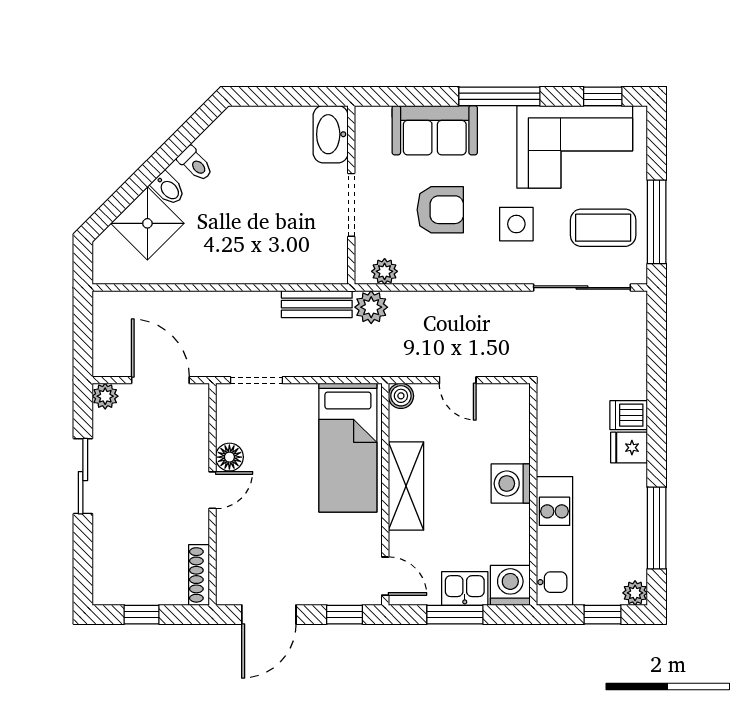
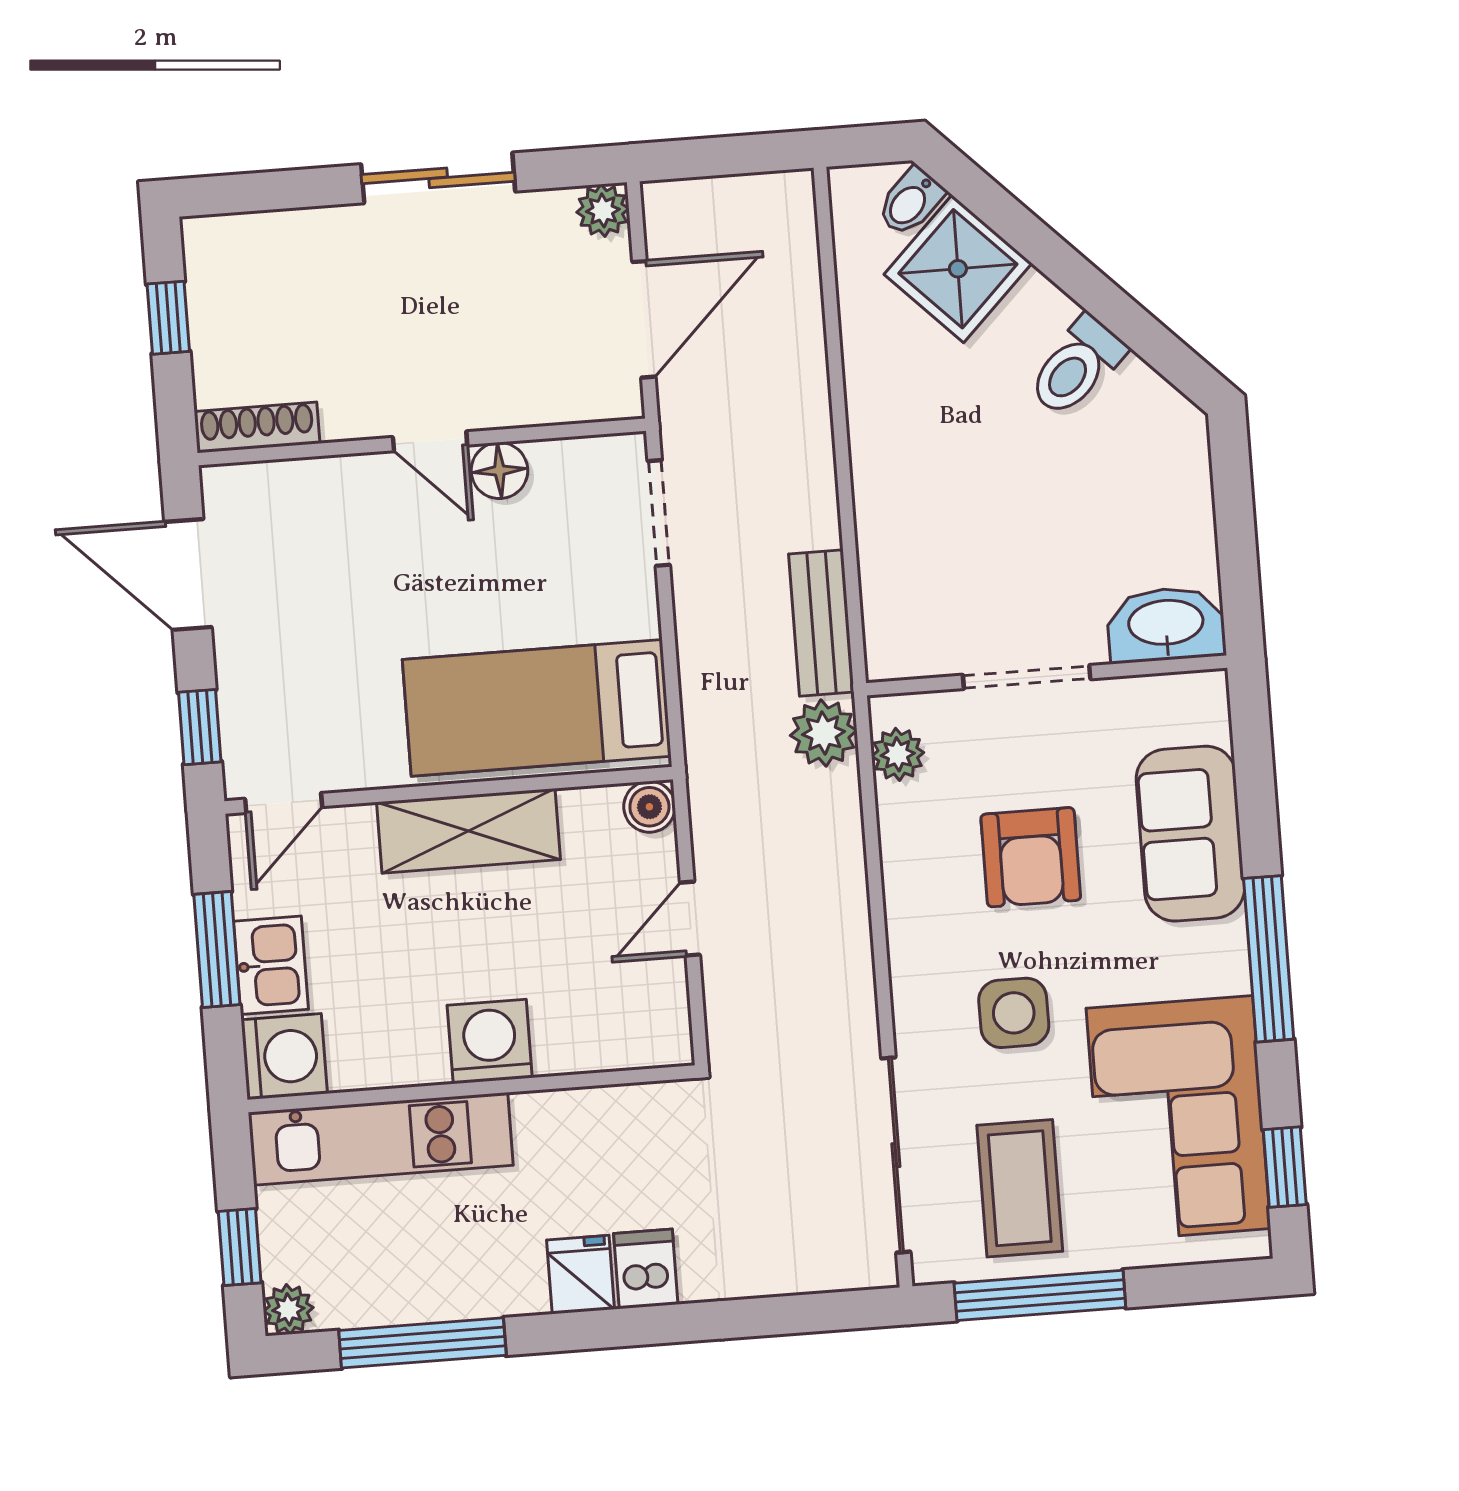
toilet: (195, 164) -> (1077, 366), width x1.37, depth x1.39
bidet: (168, 188) -> (910, 202), moved

